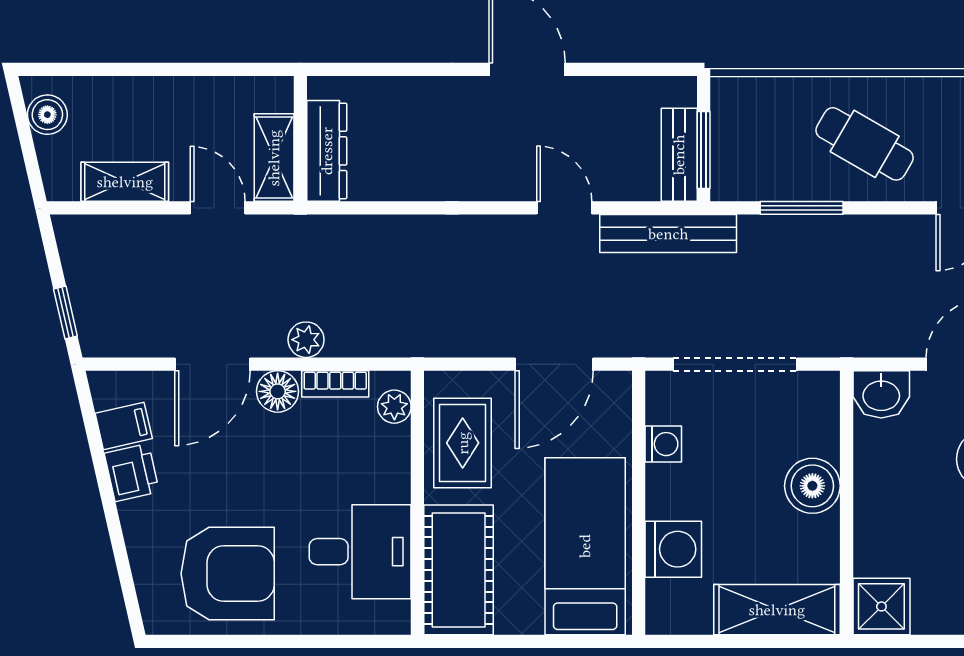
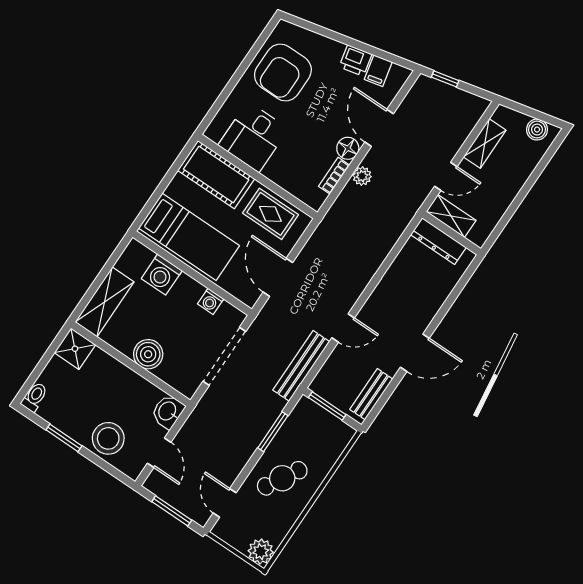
bench: (679, 155) -> (371, 394), moved, turned 90
plant: (394, 407) -> (307, 195), removed

